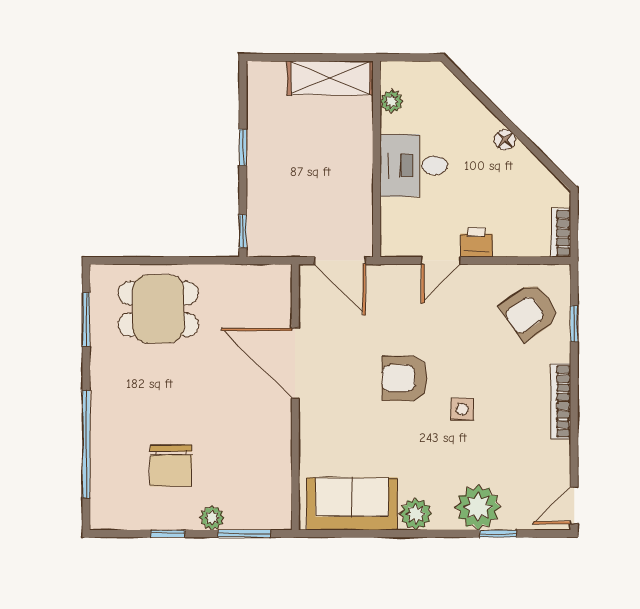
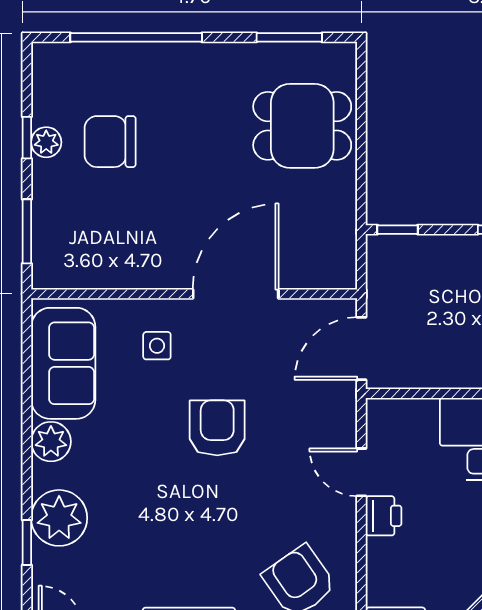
dining table: (158, 309) -> (302, 126), turned 90
side table: (462, 409) -> (157, 346), moved
plant: (212, 518) -> (46, 142), moved

